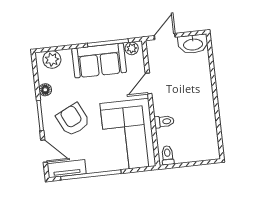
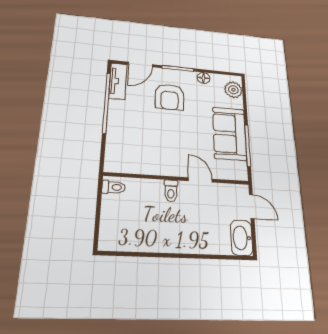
plant: (132, 48) -> (240, 169), removed
armchair: (73, 120) -> (170, 97), turned 116
toilet: (164, 122) -> (171, 191), moved
corner sofa: (128, 135) -> (145, 148), removed

